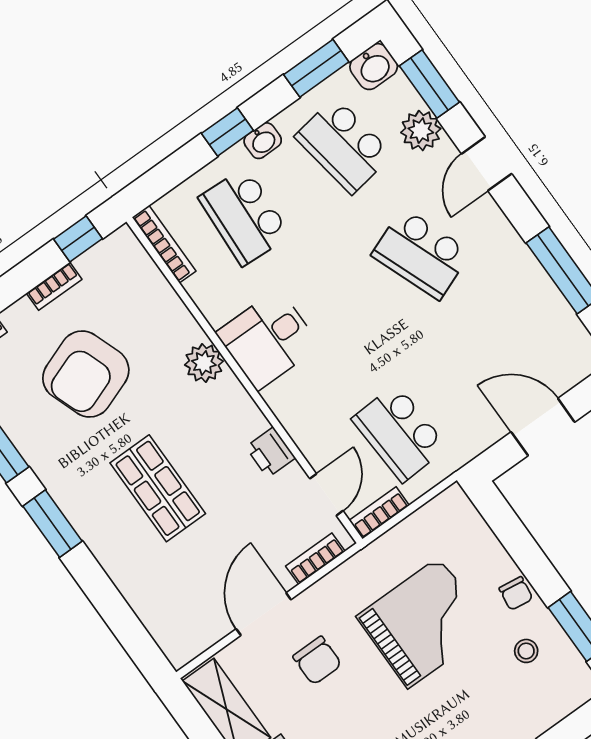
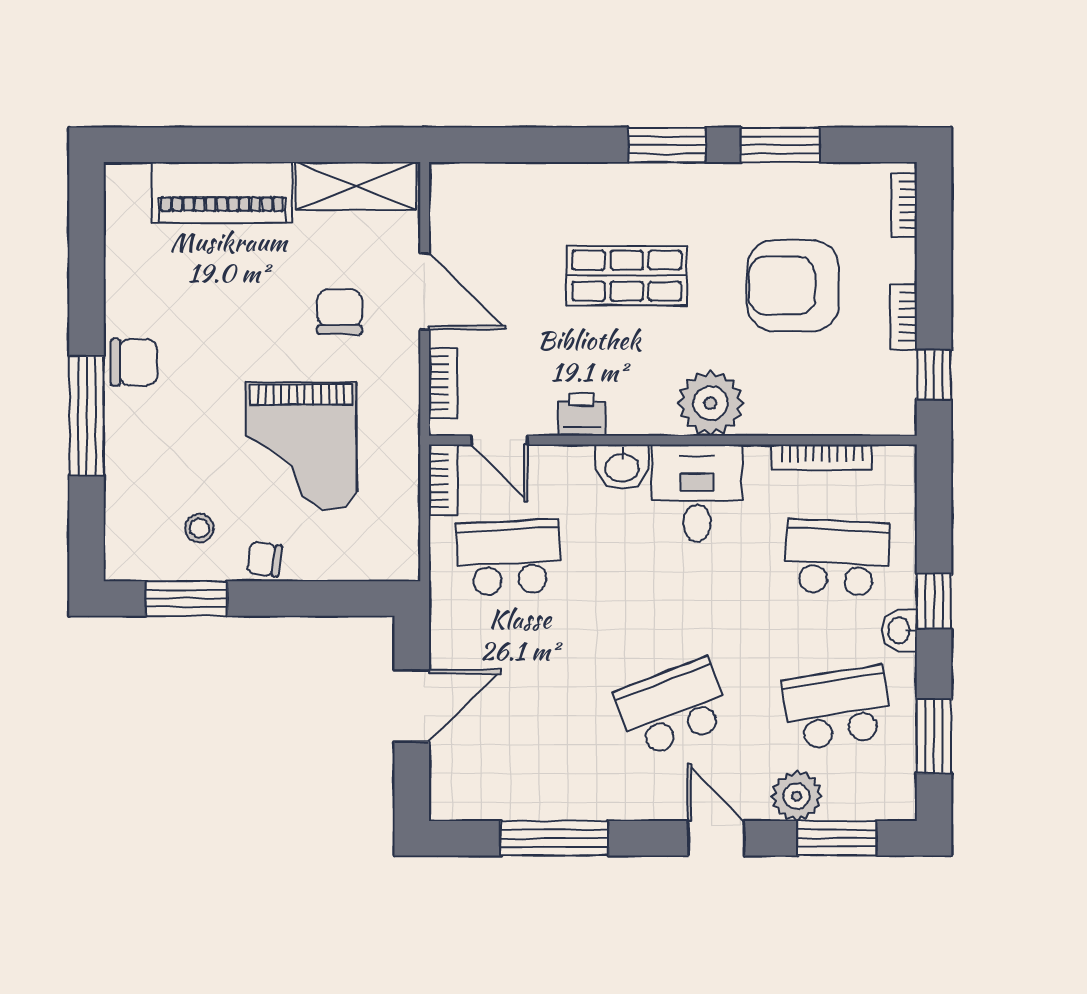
washbasin: (374, 67) -> (622, 467), moved, turned -90
bookcase: (164, 244) -> (822, 457), moved
plant: (204, 363) -> (710, 403), width x1.36, depth x1.36
armchair: (86, 374) -> (793, 286), turned -70
chair: (317, 661) -> (340, 312), turned 90

